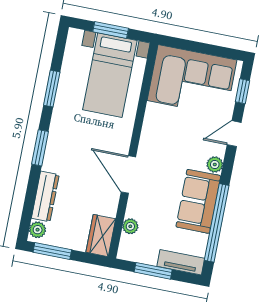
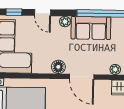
floor lamp: (149, 143) -> (58, 67), added
door: (128, 174) -> (82, 77), hinge flipped

